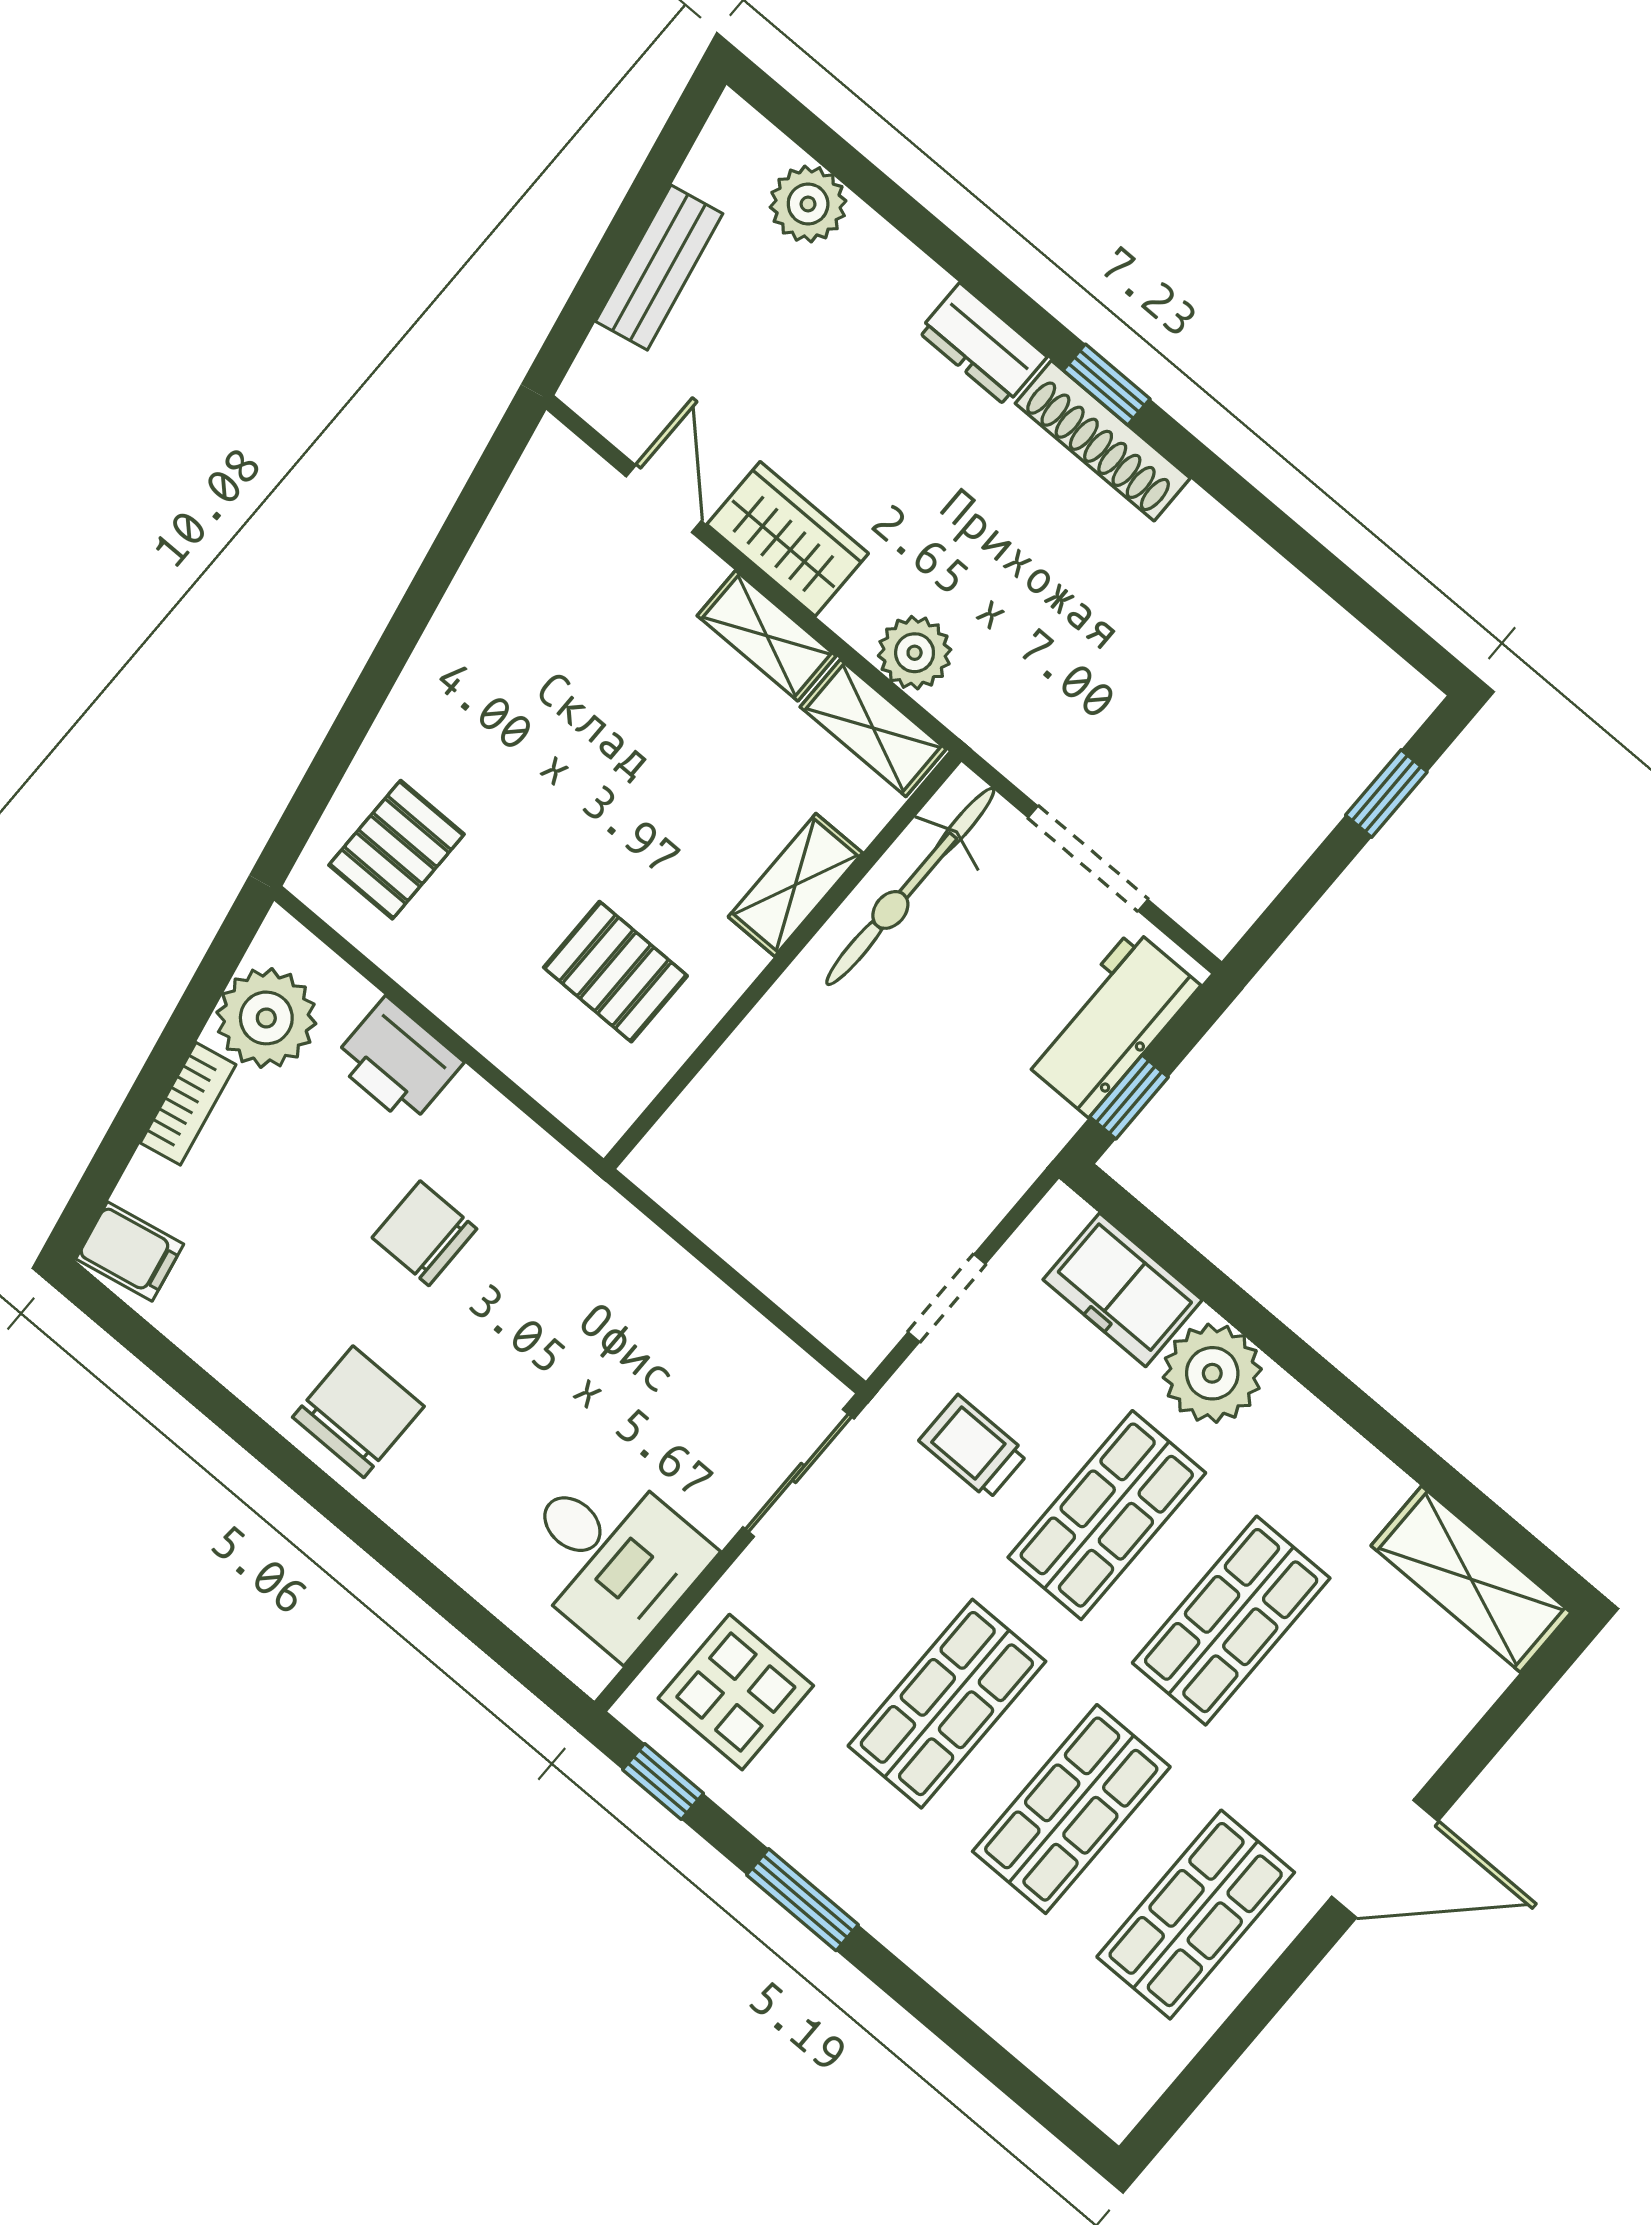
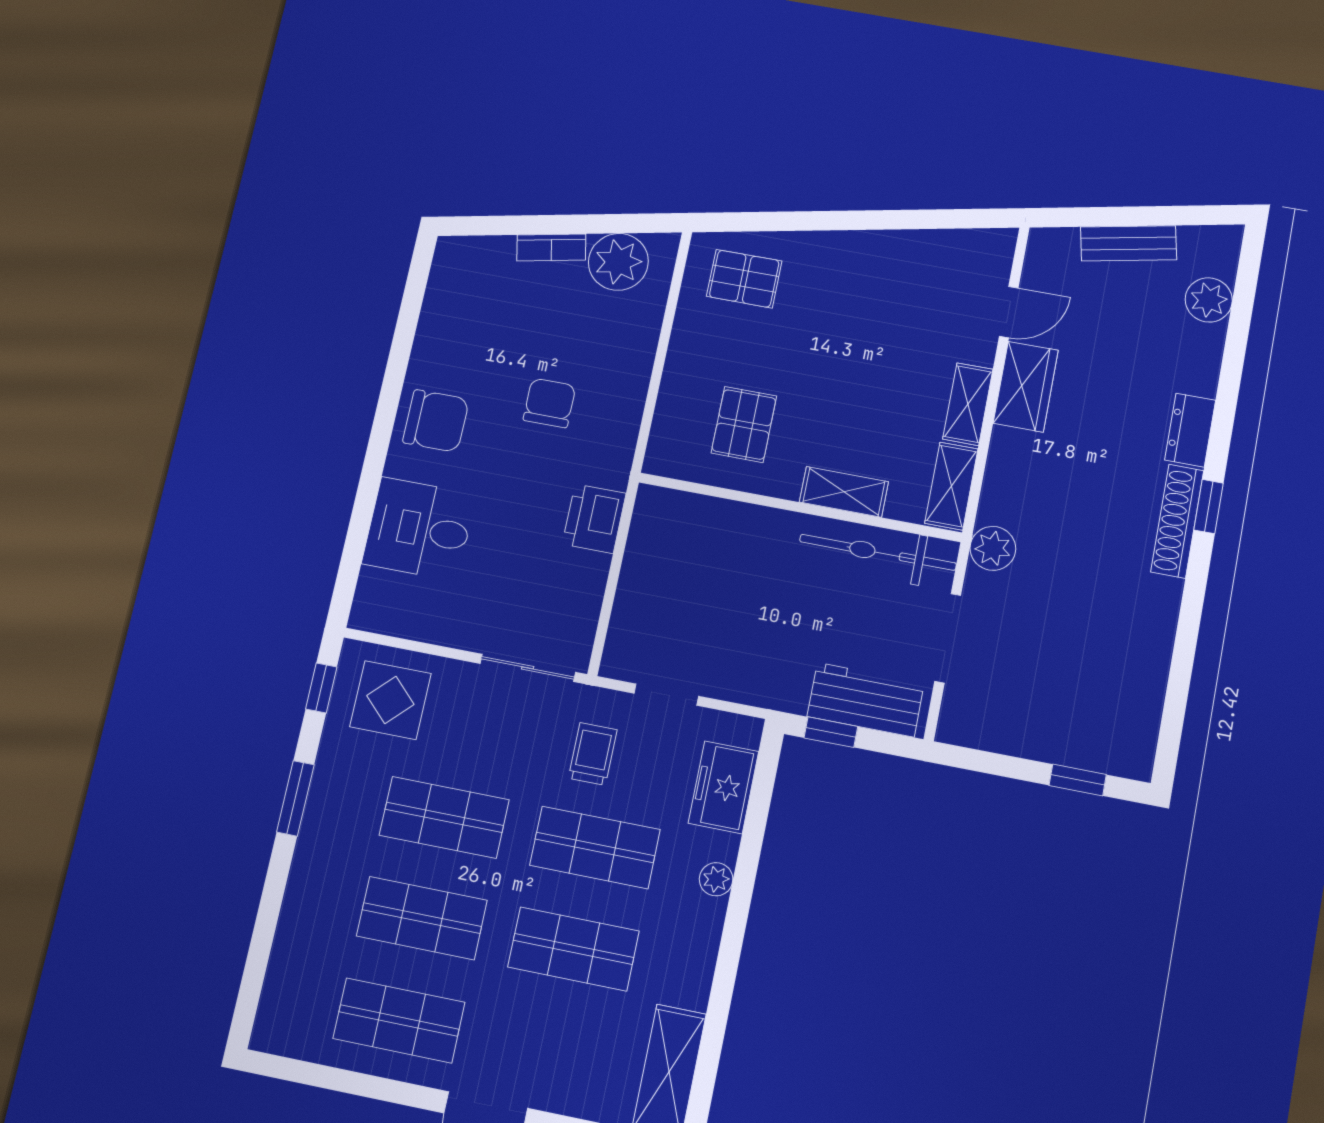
plant: (915, 653) -> (993, 548), moved
printer: (397, 1061) -> (594, 519), moved
filing cabinet: (130, 1251) -> (457, 261), removed
plant: (1212, 1373) -> (716, 879), width x0.53, depth x0.53
desk: (611, 1557) -> (419, 529), moved, turned 90

